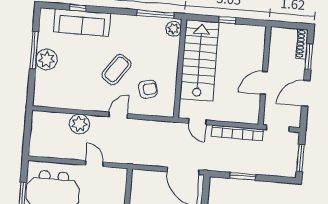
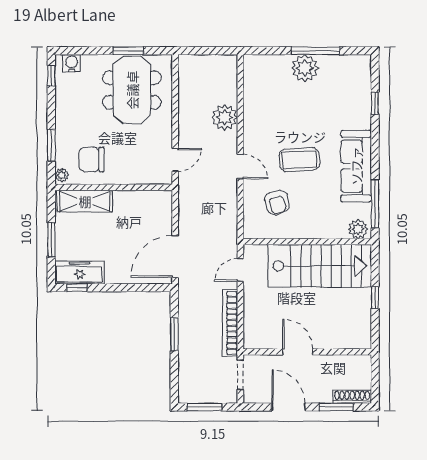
sofa: (82, 23) -> (356, 166), moved
coffee table: (117, 69) -> (299, 160), turned -39
door: (94, 163) -> (175, 160), moved

